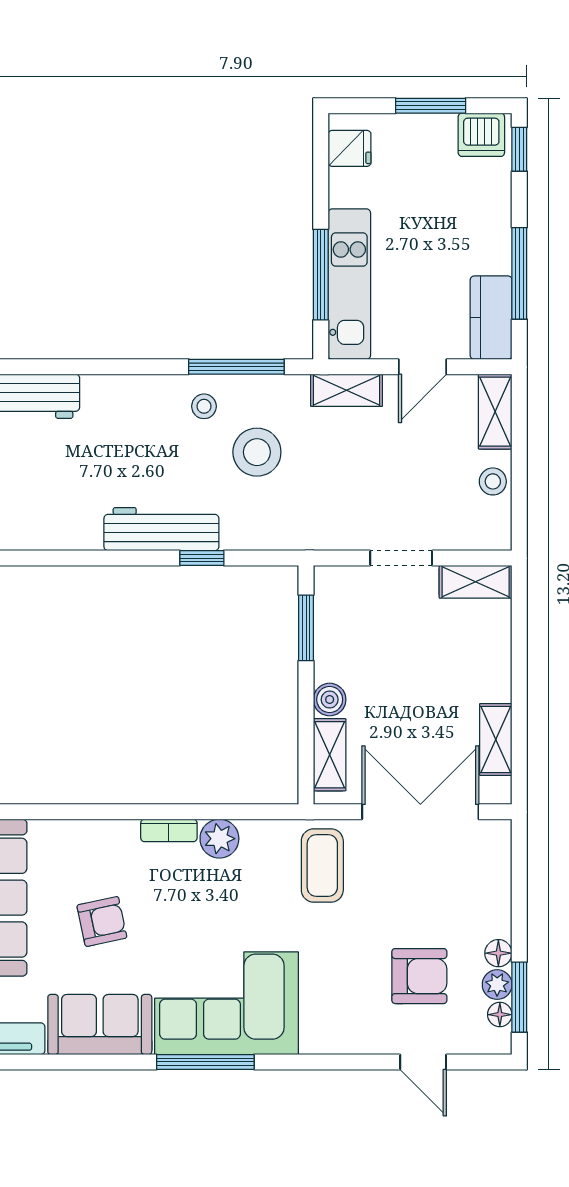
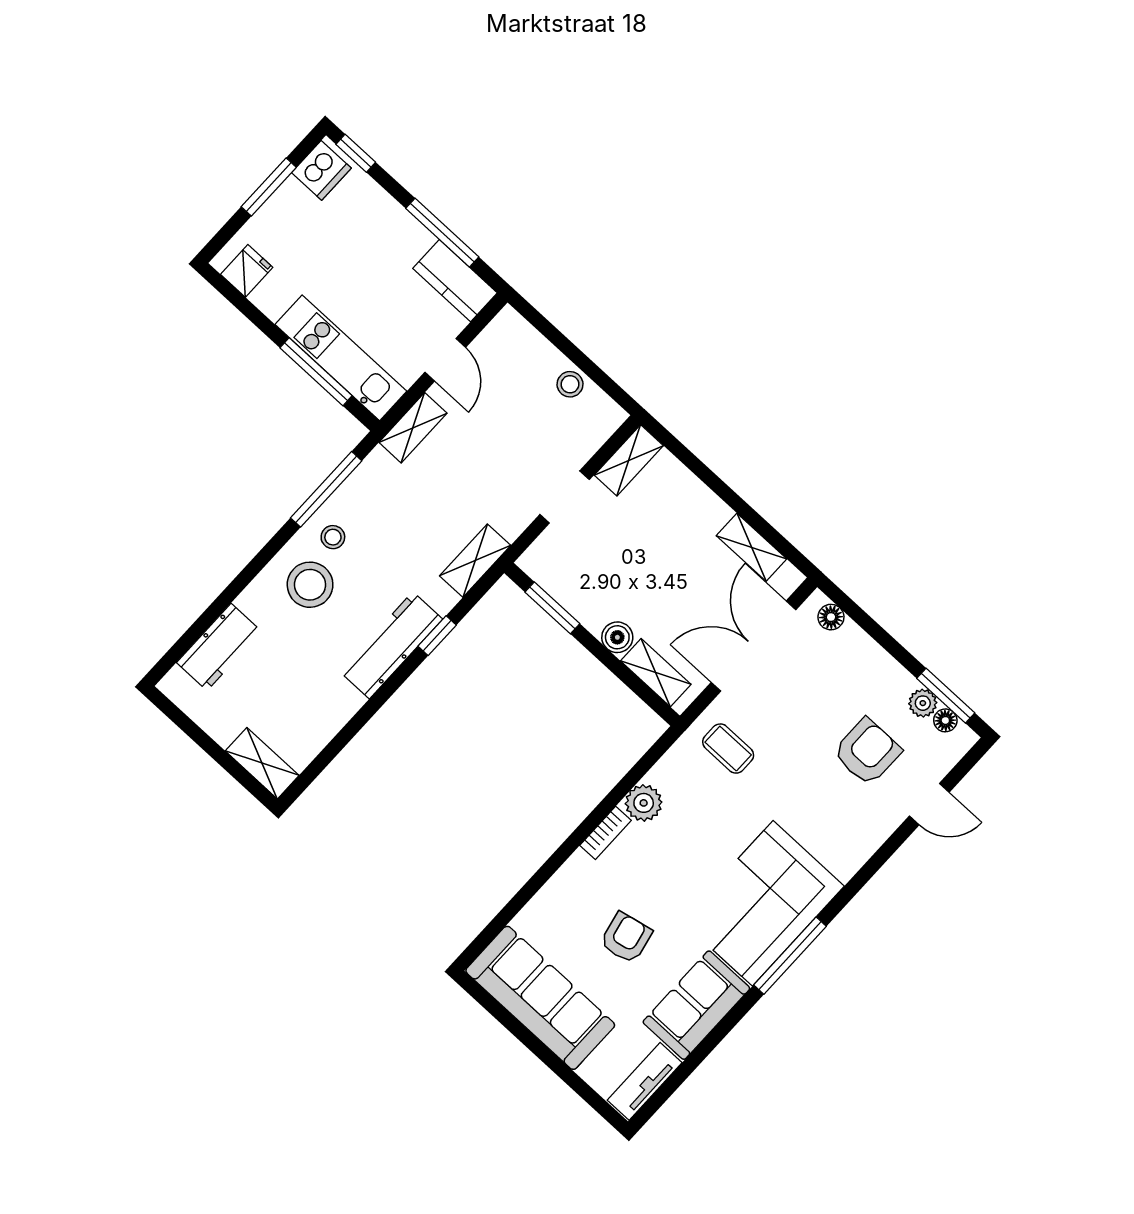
shelving: (495, 412) -> (475, 561), moved, turned 90
stool: (257, 452) -> (310, 585), moved
coffee table: (322, 865) -> (728, 749), width x0.73, depth x0.77
floor lamp: (498, 953) -> (831, 617), moved

